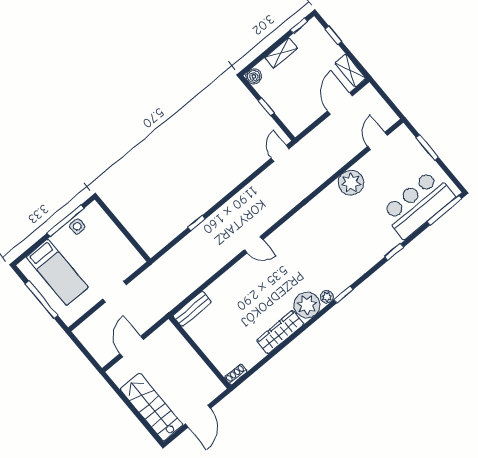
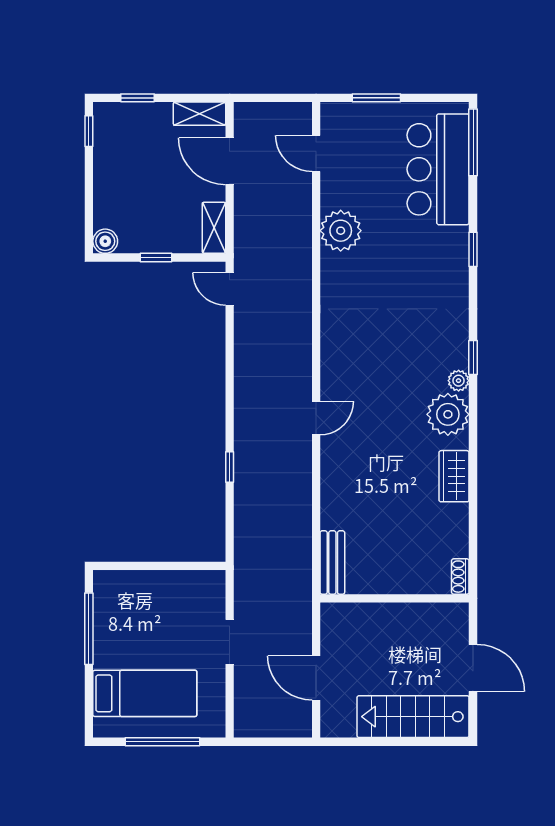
shelving: (281, 53) -> (214, 228), moved
side table: (77, 226) -> (108, 620), removed
wardrobe: (280, 332) -> (454, 476), width x0.67

